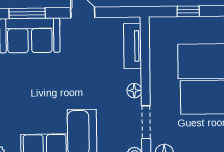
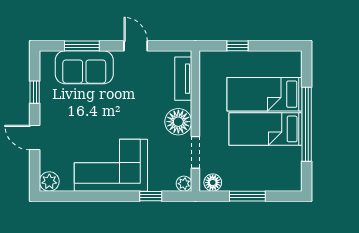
floor lamp: (134, 91) -> (178, 122), width x1.89, depth x1.89

